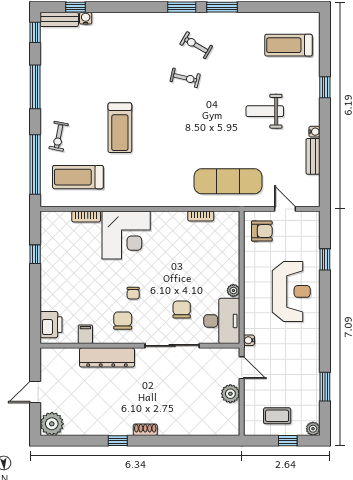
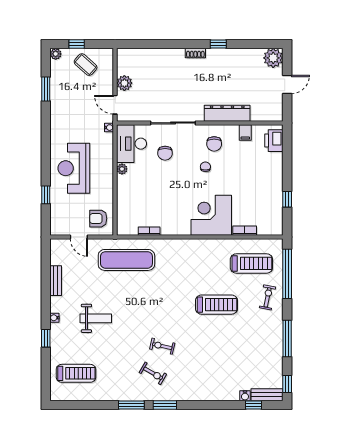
treadmill: (120, 128) -> (216, 305), turned 90
water cooler: (314, 132) -> (54, 318), moved
coffee table: (277, 416) -> (86, 65), turned 42

